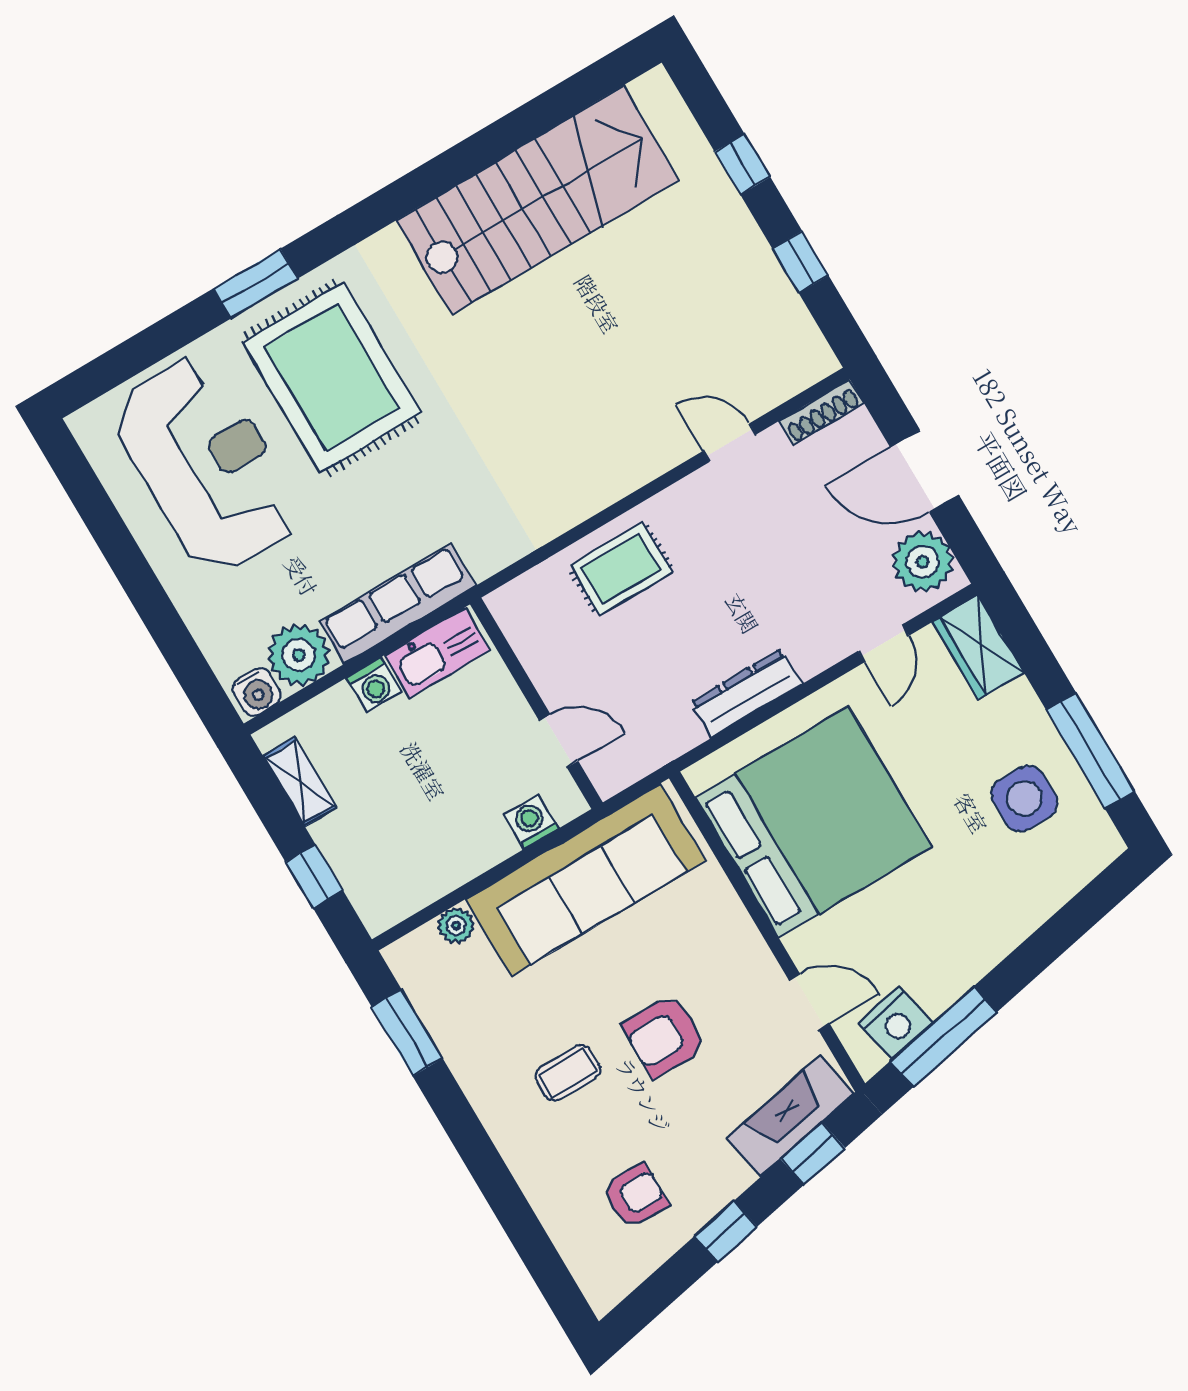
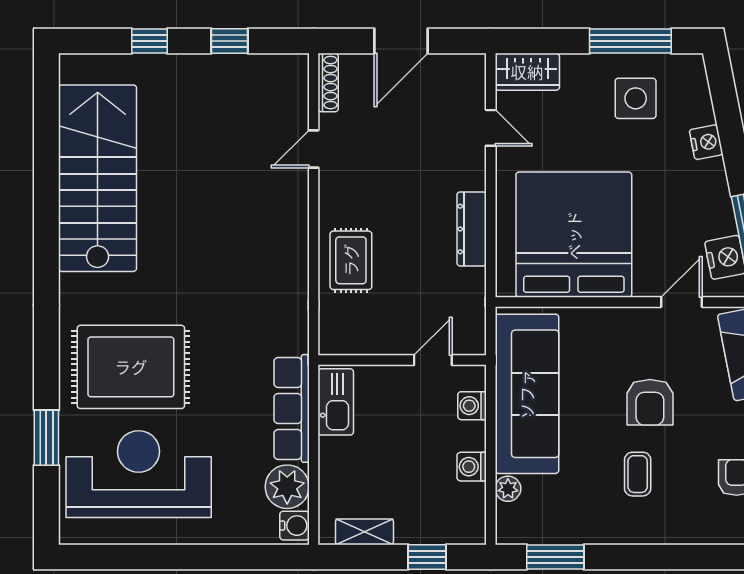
window: (256, 284) -> (46, 438), moved
plant: (923, 562) -> (455, 75), removed
washing machine: (374, 685) -> (472, 467), moved, turned 180
nightstand: (1022, 916) -> (706, 142), added

